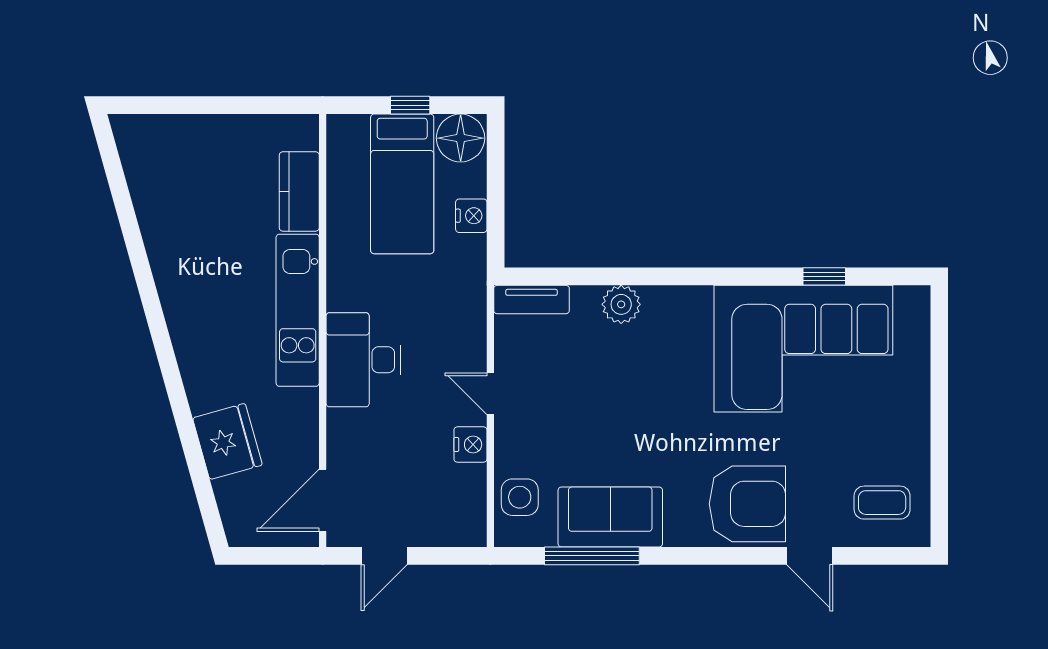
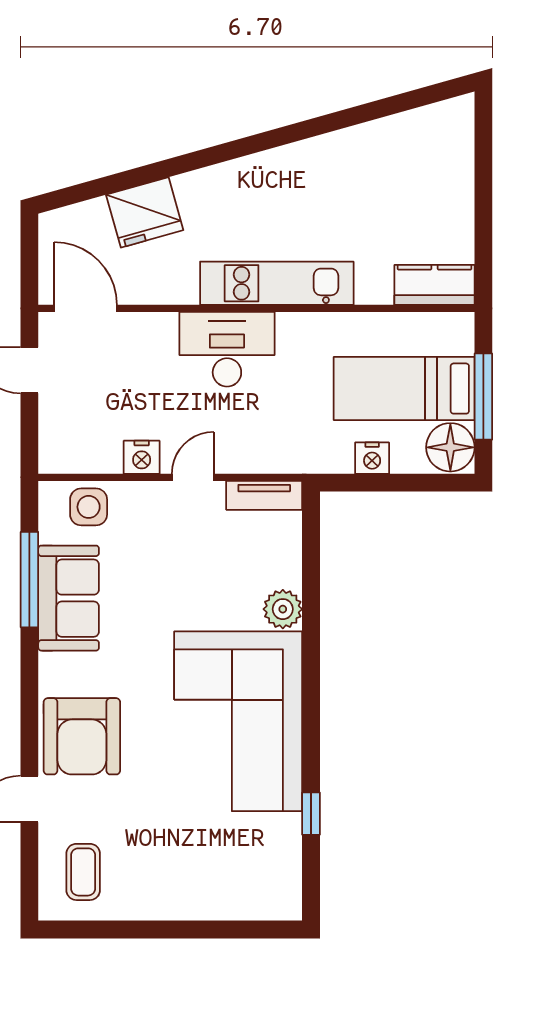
window: (410, 105) -> (483, 397), width x2.17
kitchen counter: (299, 191) -> (435, 285), moved
tv unit: (532, 300) -> (264, 495), moved, turned -90
corner sofa: (803, 349) -> (238, 721), moved

